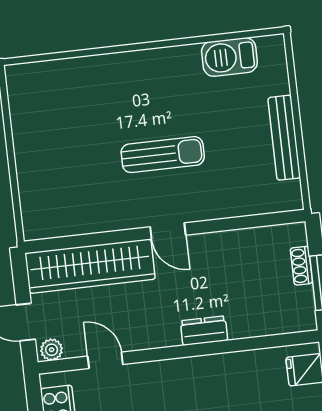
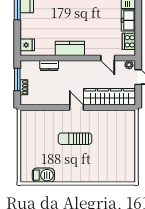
bench: (284, 138) -> (25, 140), removed
dresser: (204, 331) -> (49, 65), moved
kitchen counter: (200, 373) -> (70, 48), added

